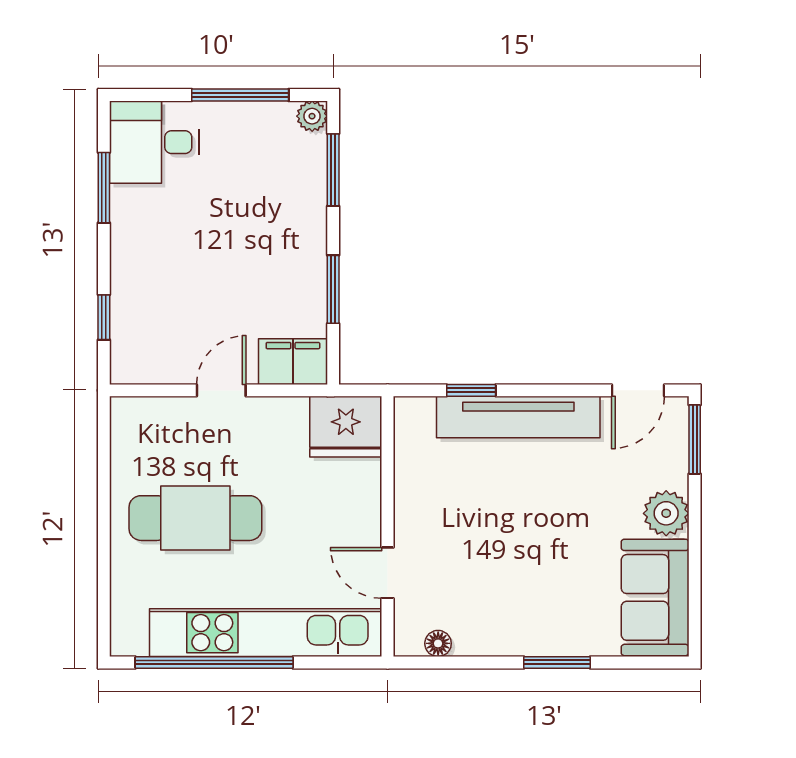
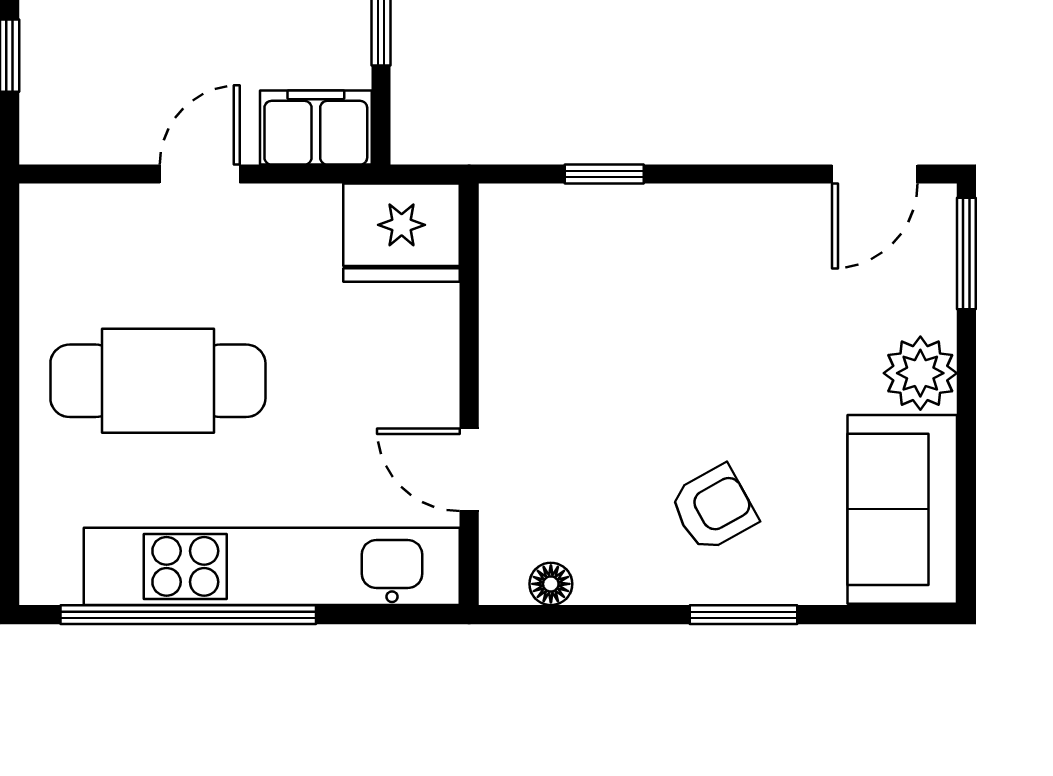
tv unit: (518, 417) -> (681, 217), removed
armchair: (538, 597) -> (713, 508), added

